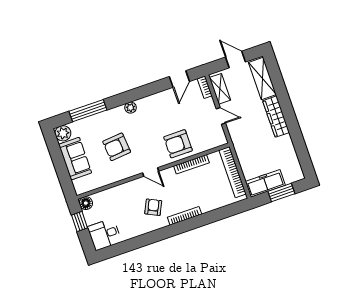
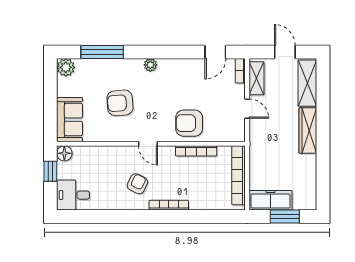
sofa: (75, 159) -> (70, 120), moved

